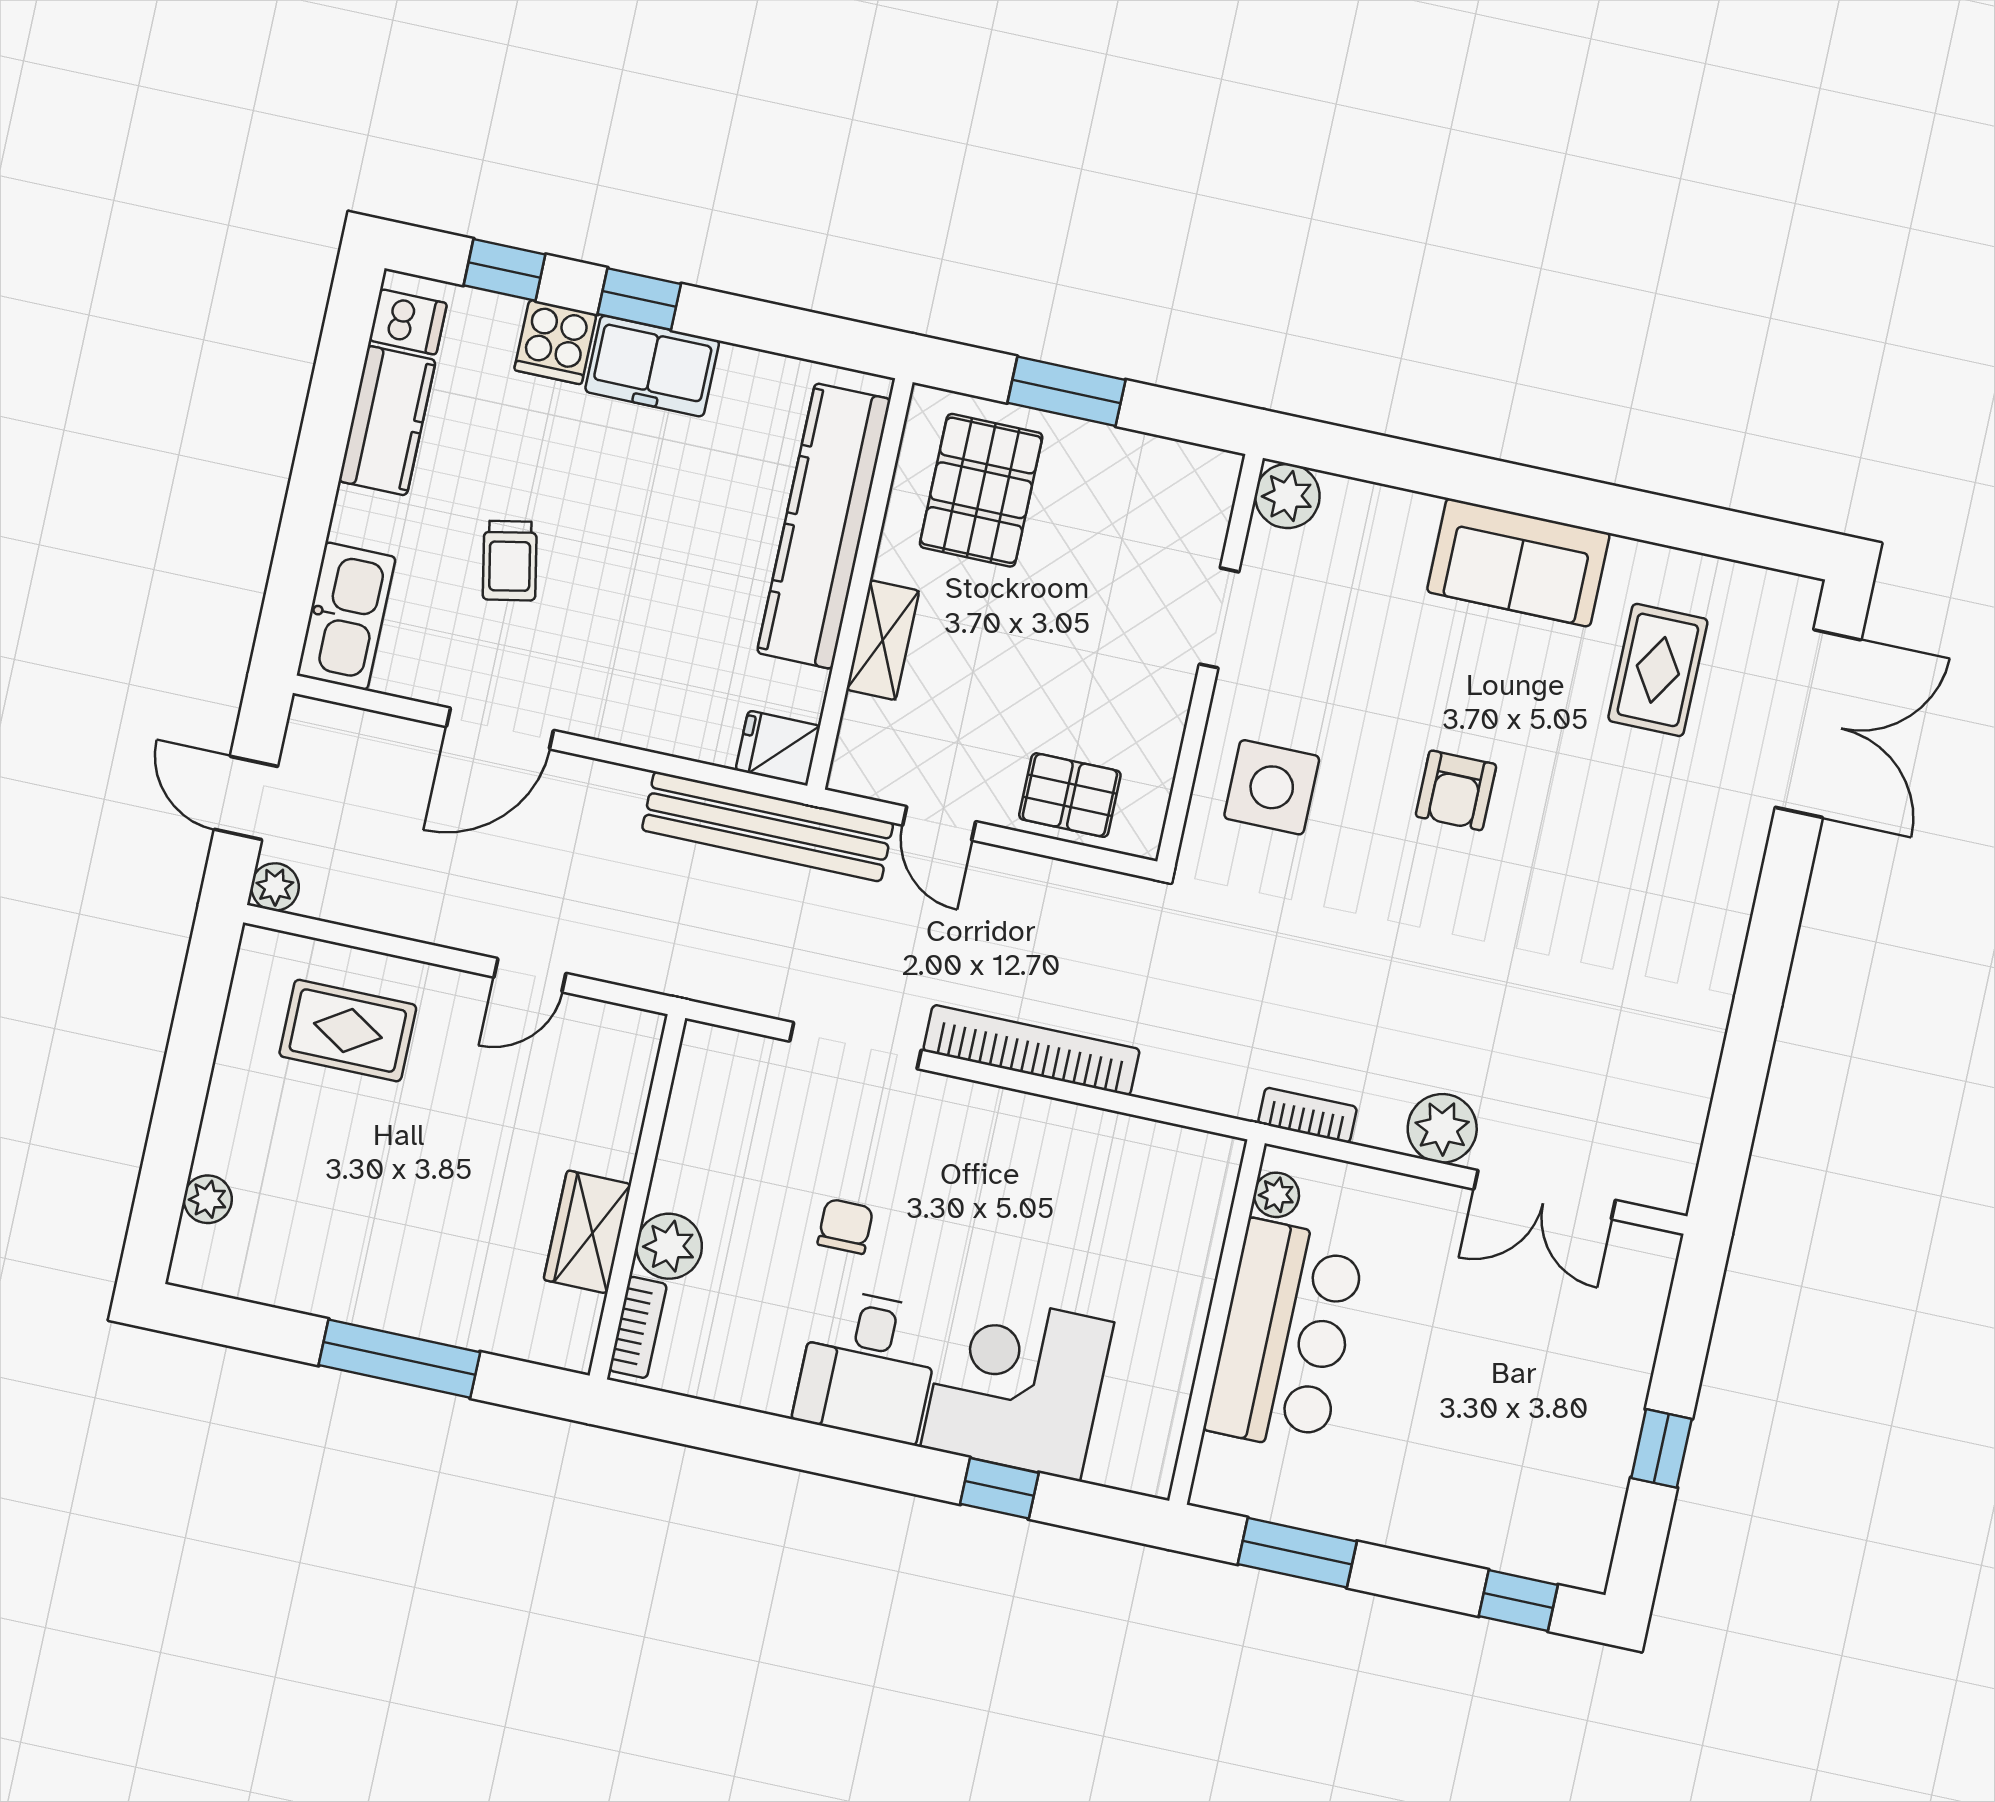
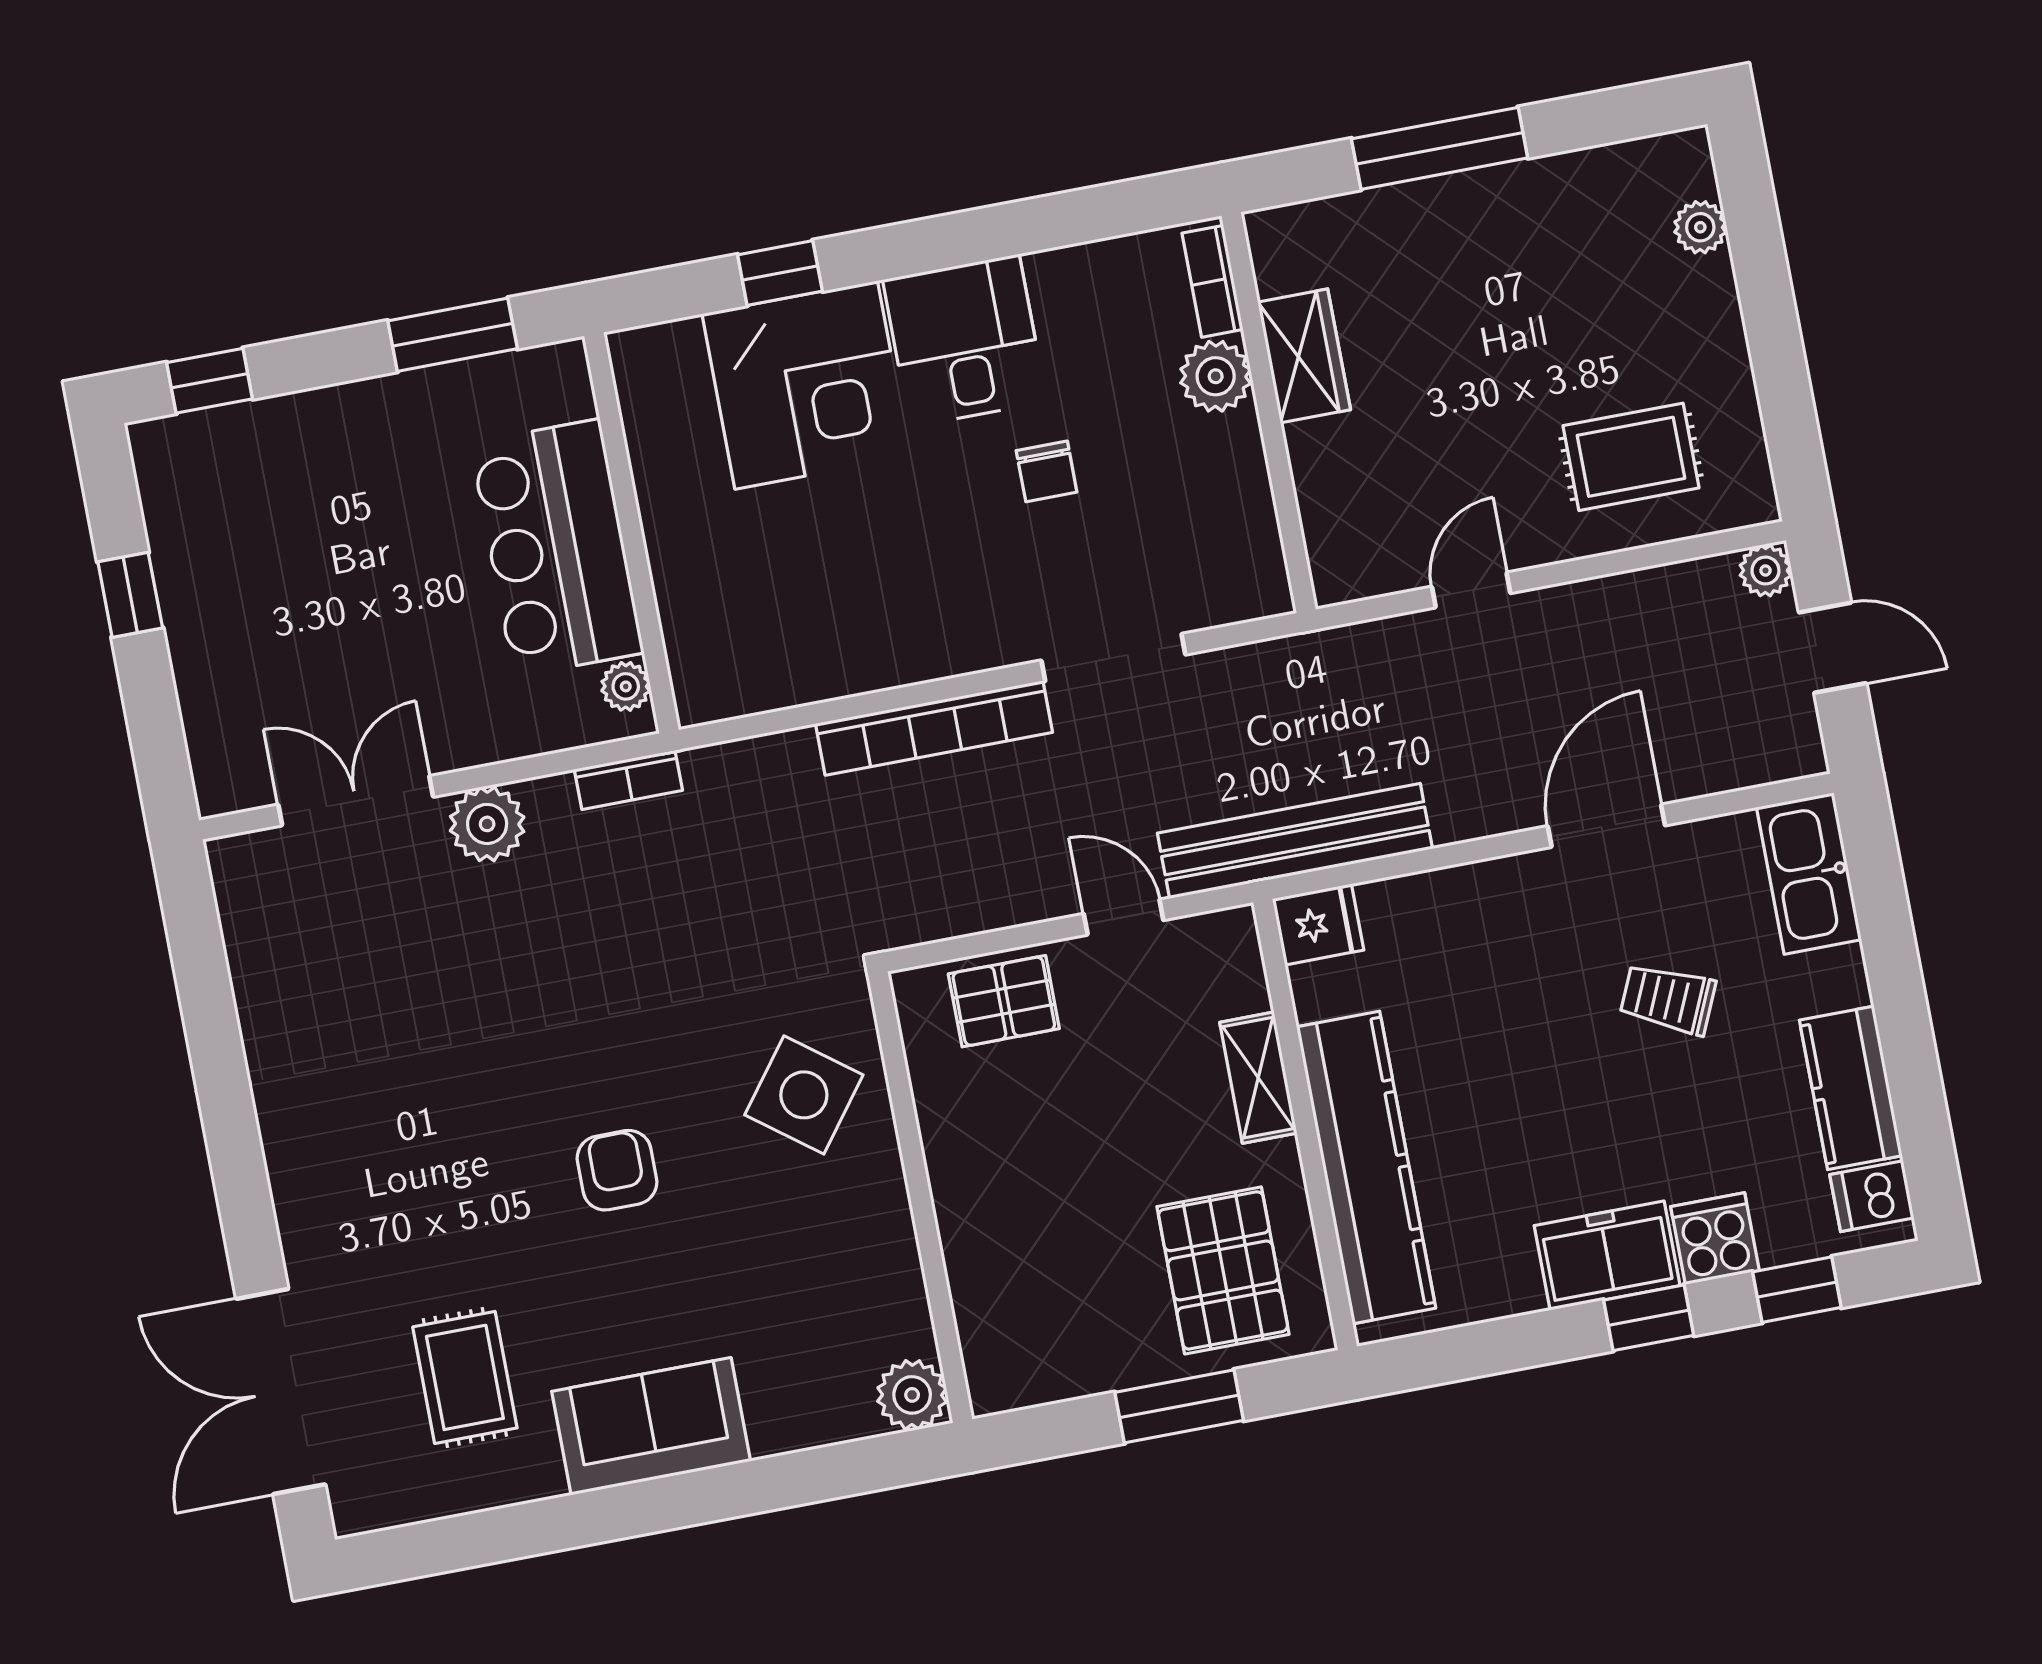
trolley: (510, 561) -> (1668, 999), turned -55
doorway: (1219, 618) -> (929, 1243), removed
side table: (1272, 787) -> (804, 1095), turned 37

